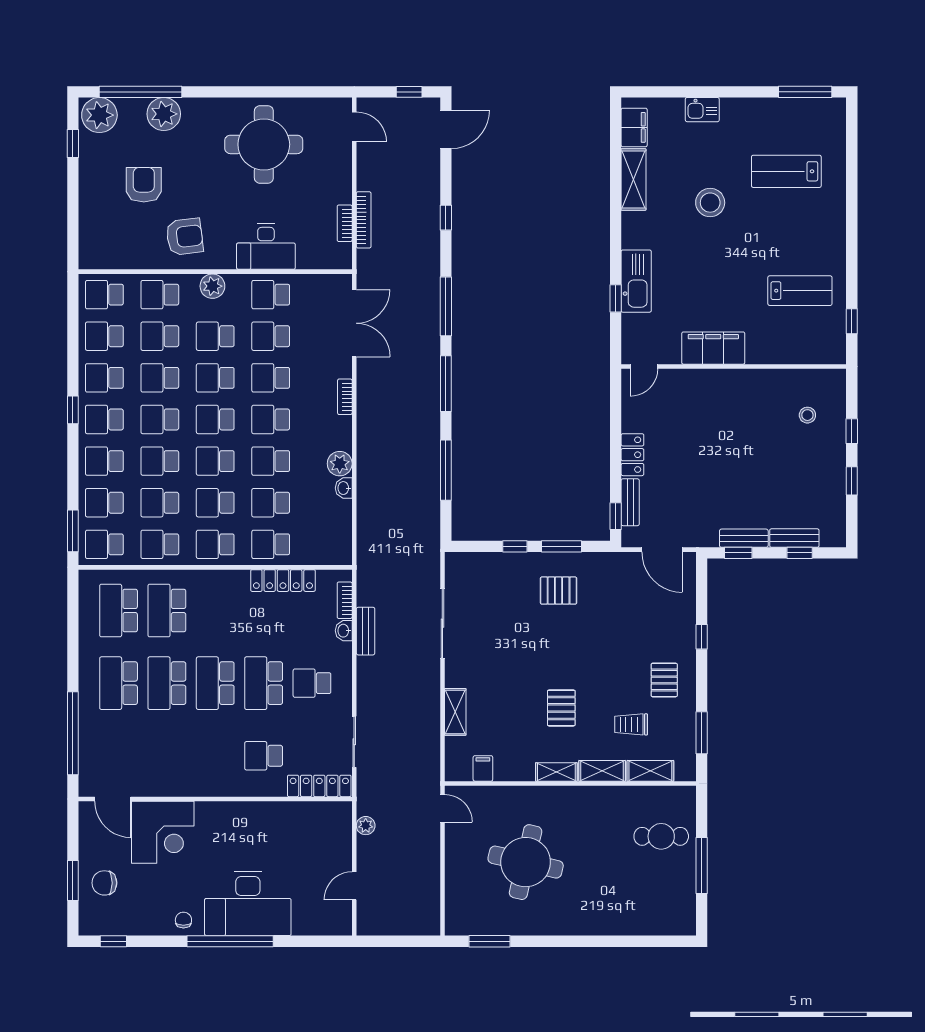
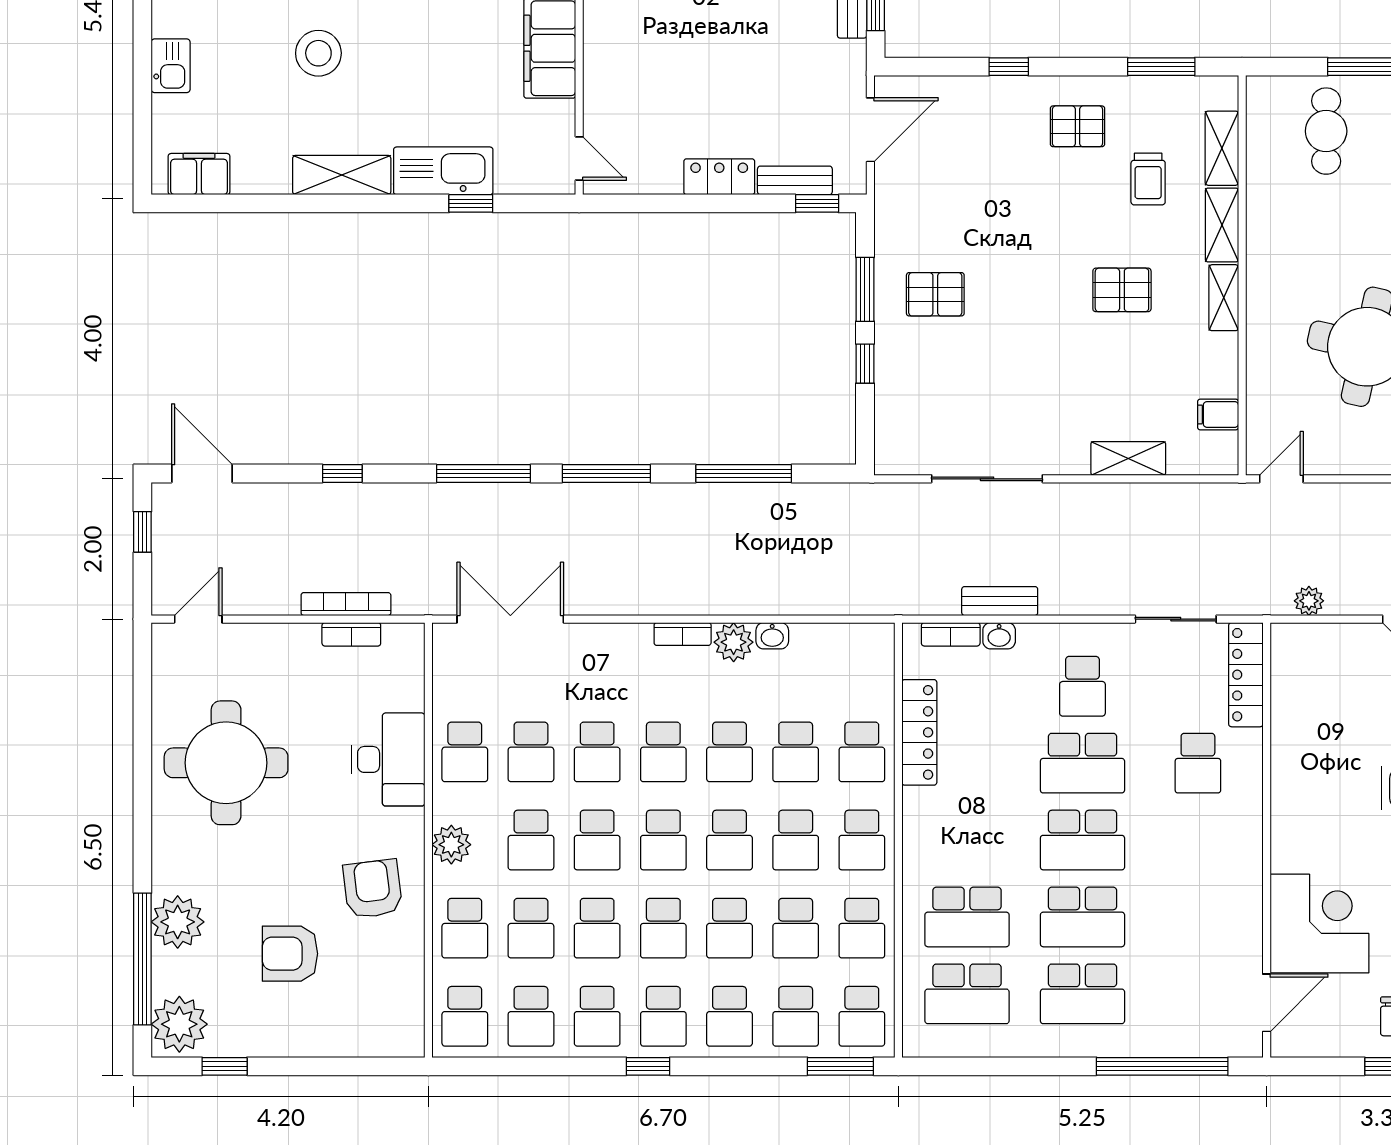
shelving: (634, 179) -> (342, 175), moved
bookcase: (345, 397) -> (683, 634), moved
pallet: (559, 591) -> (935, 294), turned 90

